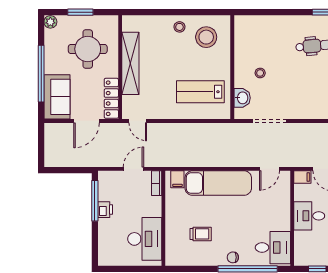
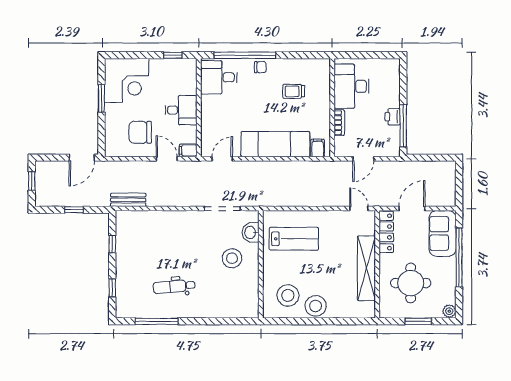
stool: (179, 27) -> (316, 306), width x1.89, depth x1.89
stool: (260, 73) -> (232, 258), width x1.89, depth x1.89
bookcase: (157, 183) -> (339, 123), moved

